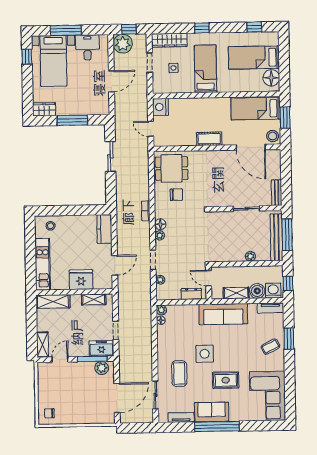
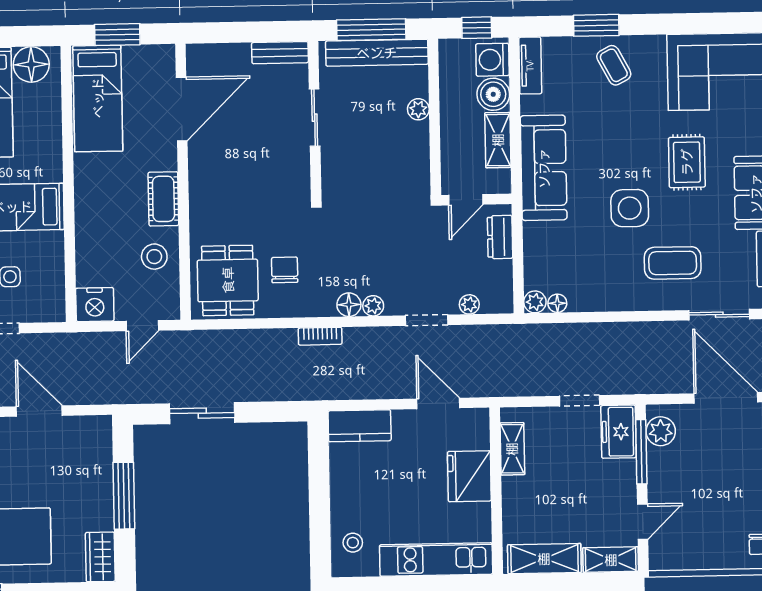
stool: (273, 136) -> (154, 257), moved
shelving: (53, 302) -> (544, 559), moved, turned 90
door: (60, 360) -> (643, 522), swing flipped

